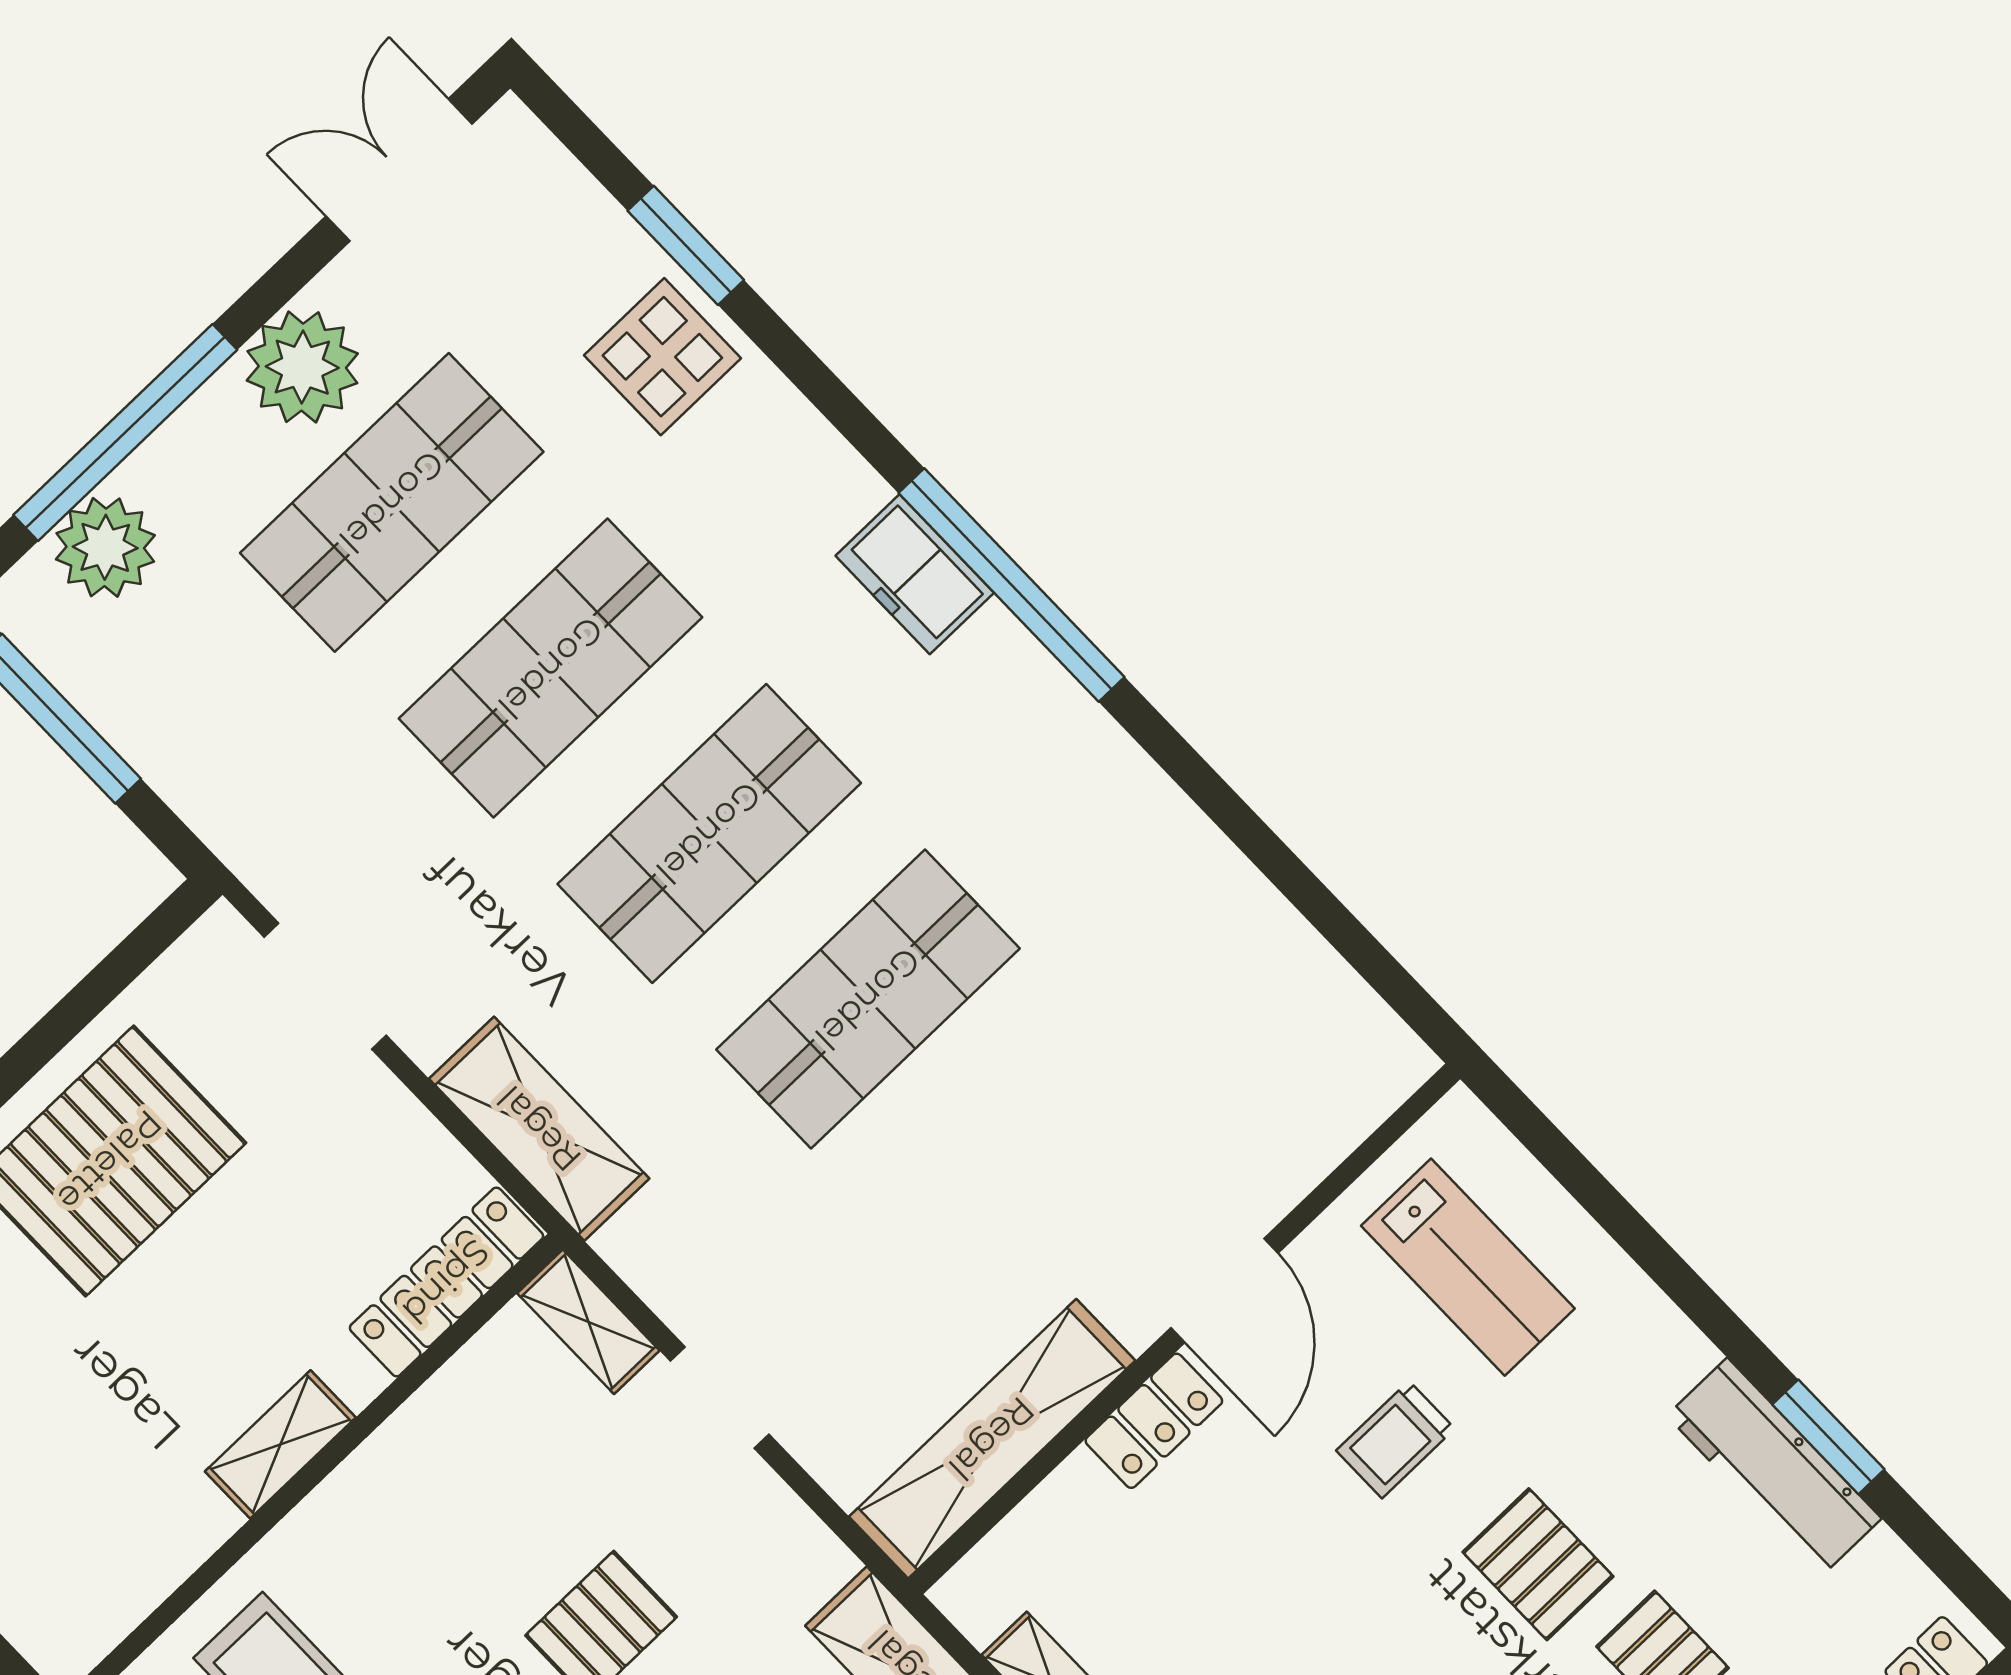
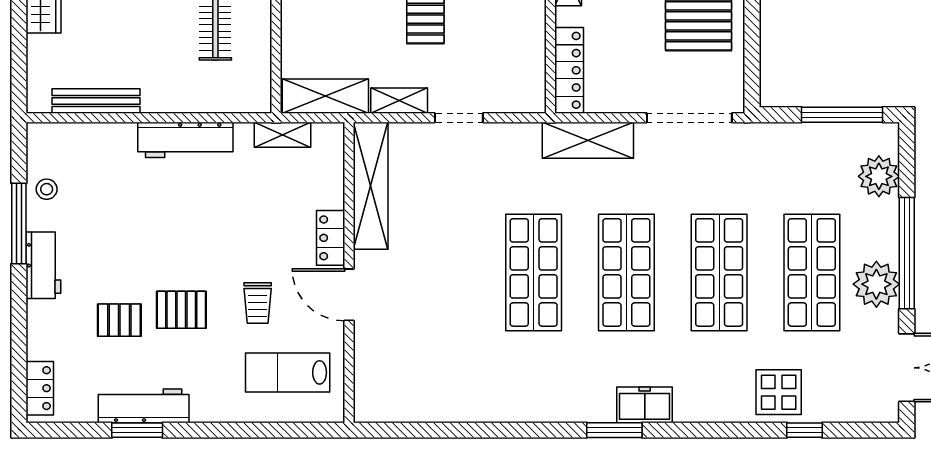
window: (686, 245) -> (805, 430), width x0.67
window: (125, 432) -> (907, 253), moved
window: (1011, 585) -> (614, 430), width x0.47
doorway: (325, 986) -> (689, 118), width x1.36
shelving: (588, 1322) -> (399, 101), moved
trolley: (1395, 1440) -> (258, 303), turned 180

